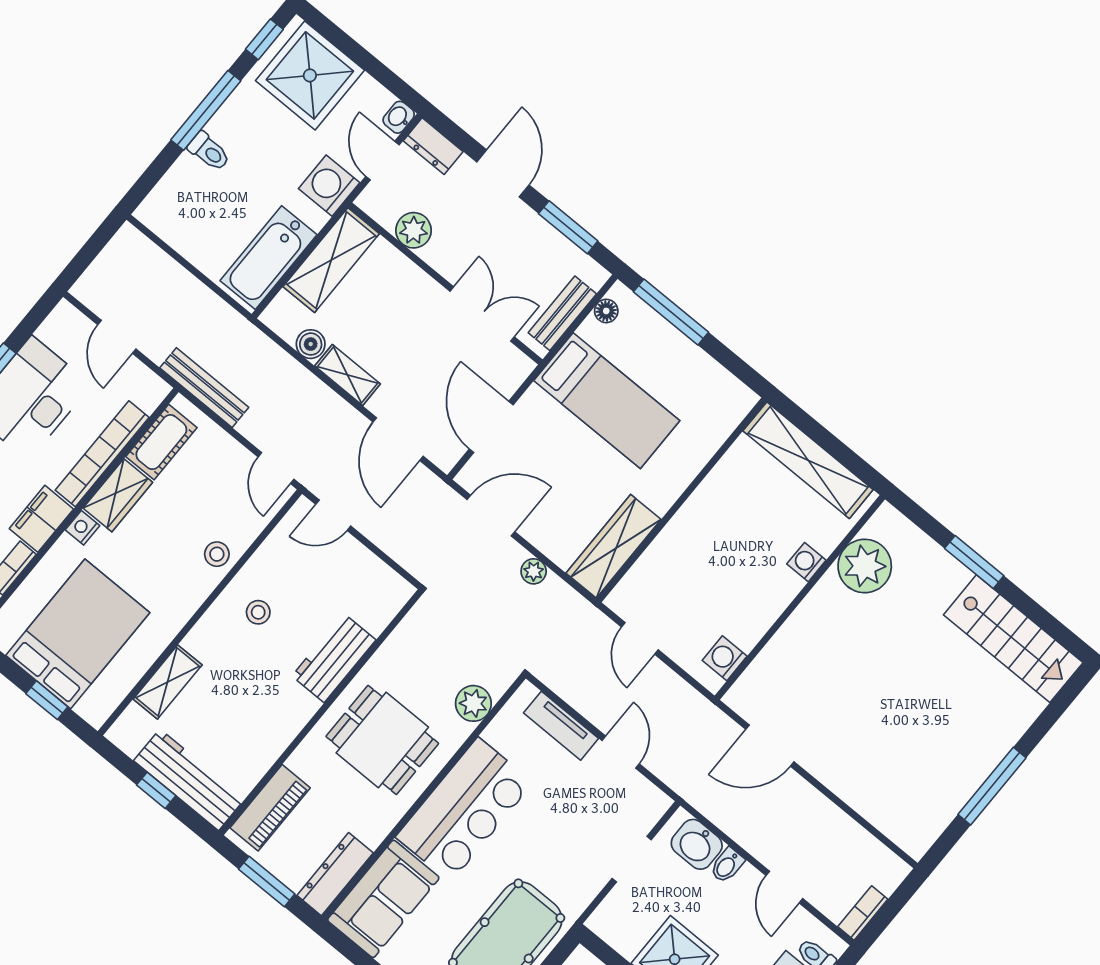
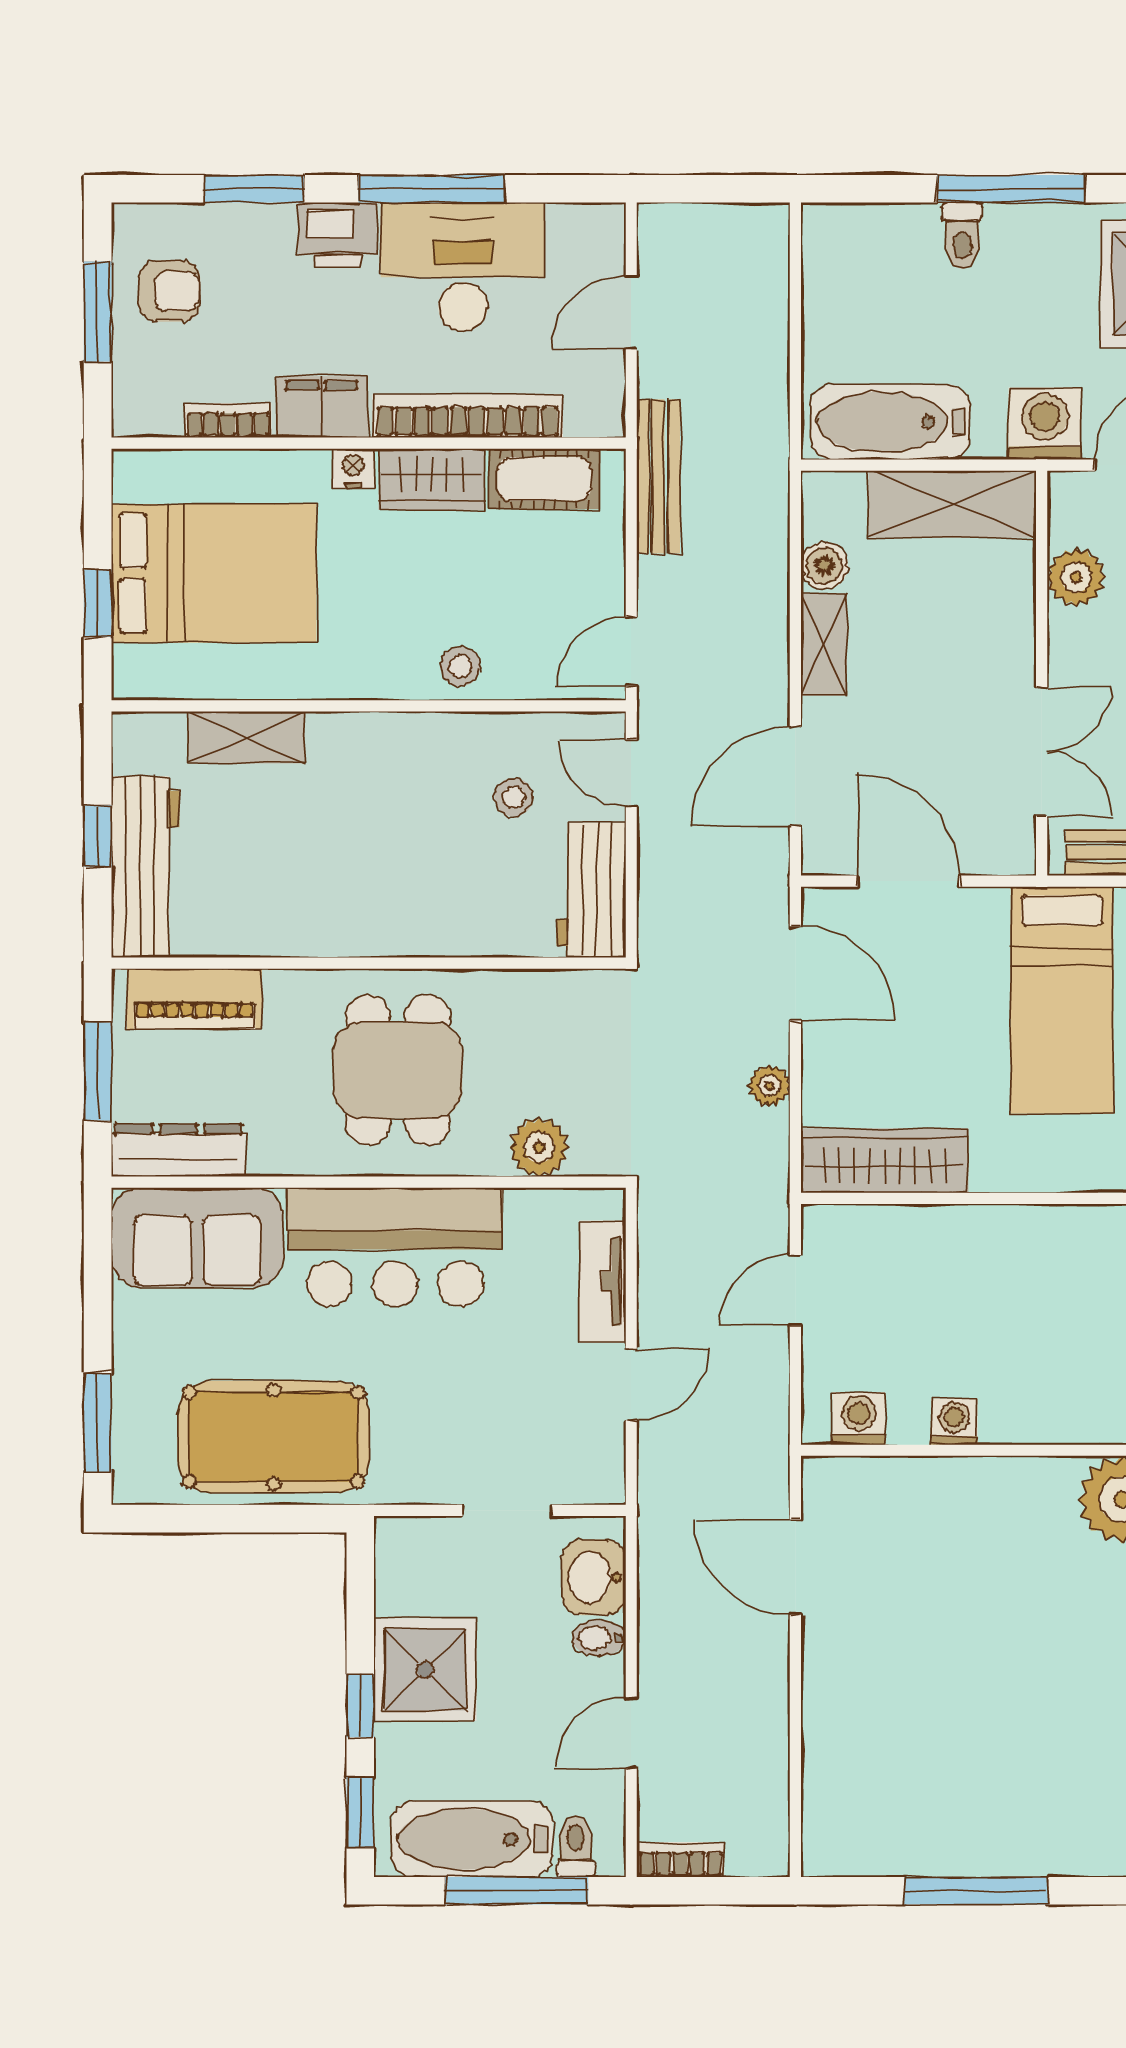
door: (491, 427) -> (908, 881), hinge flipped
washing machine: (806, 562) -> (954, 1422), moved
stool: (258, 612) -> (514, 797), moved
workbench: (334, 658) -> (591, 890), moved, turned -90

